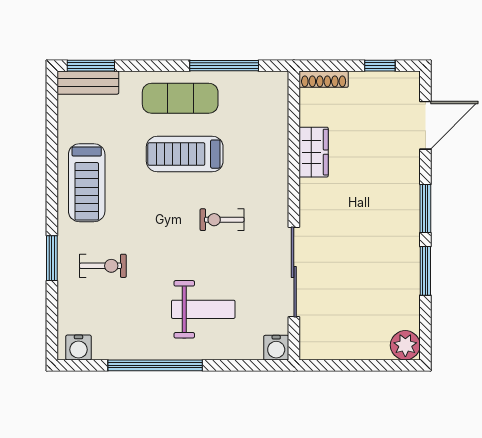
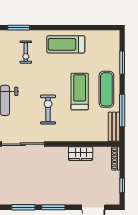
window: (91, 66) -> (122, 63), moved
bench: (88, 83) -> (114, 127), moved
exercise bike: (222, 220) -> (48, 109), width x1.38, depth x1.39
window: (52, 258) -> (19, 28), moved

